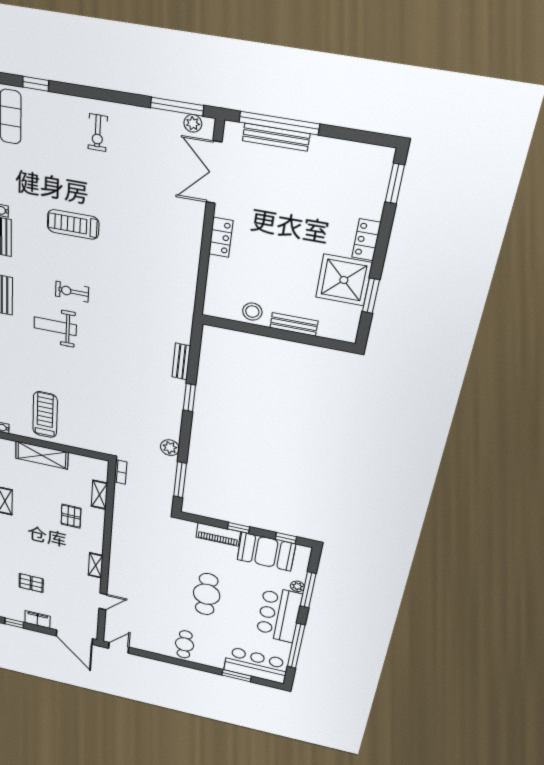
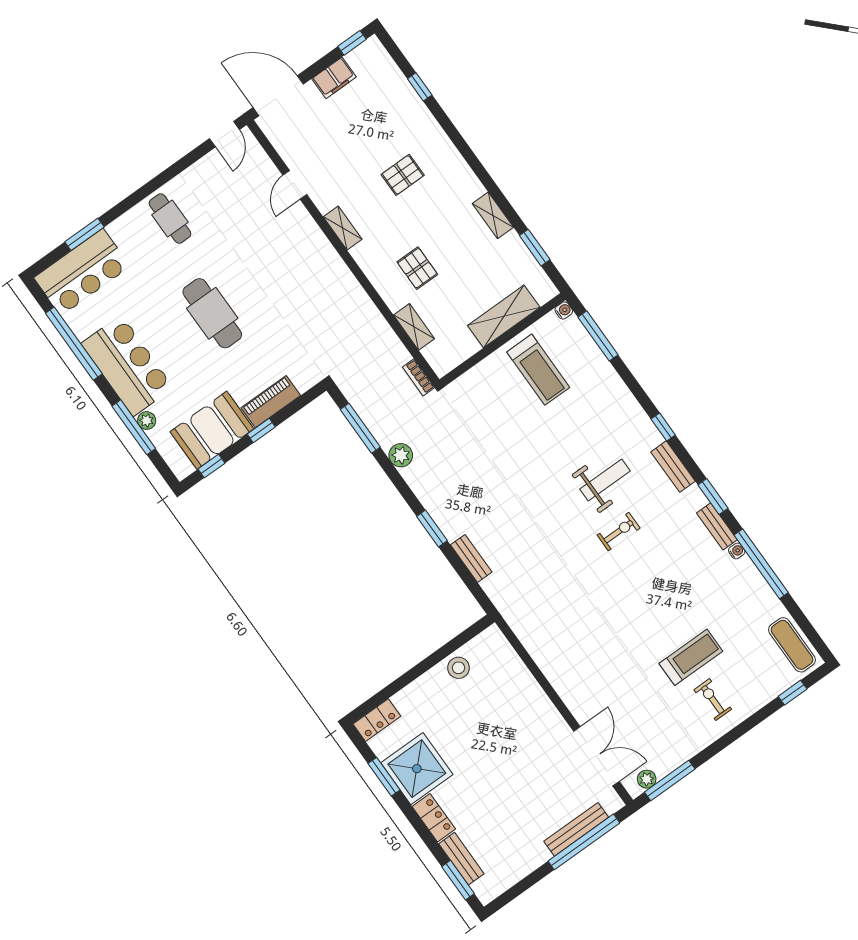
treadmill: (73, 224) -> (691, 657), moved
locker: (221, 237) -> (377, 720), moved, turned -90
bench: (294, 324) -> (461, 859), moved, turned 90
pallet: (31, 583) -> (403, 175), moved

